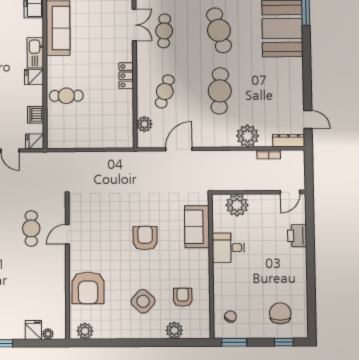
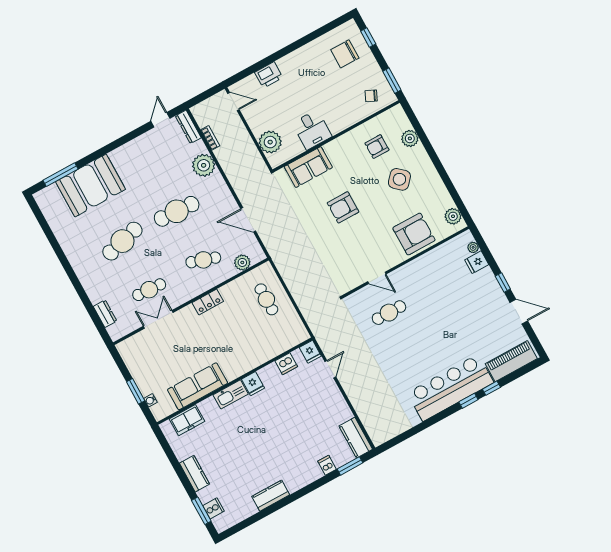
cafe table: (66, 96) -> (266, 299), moved

